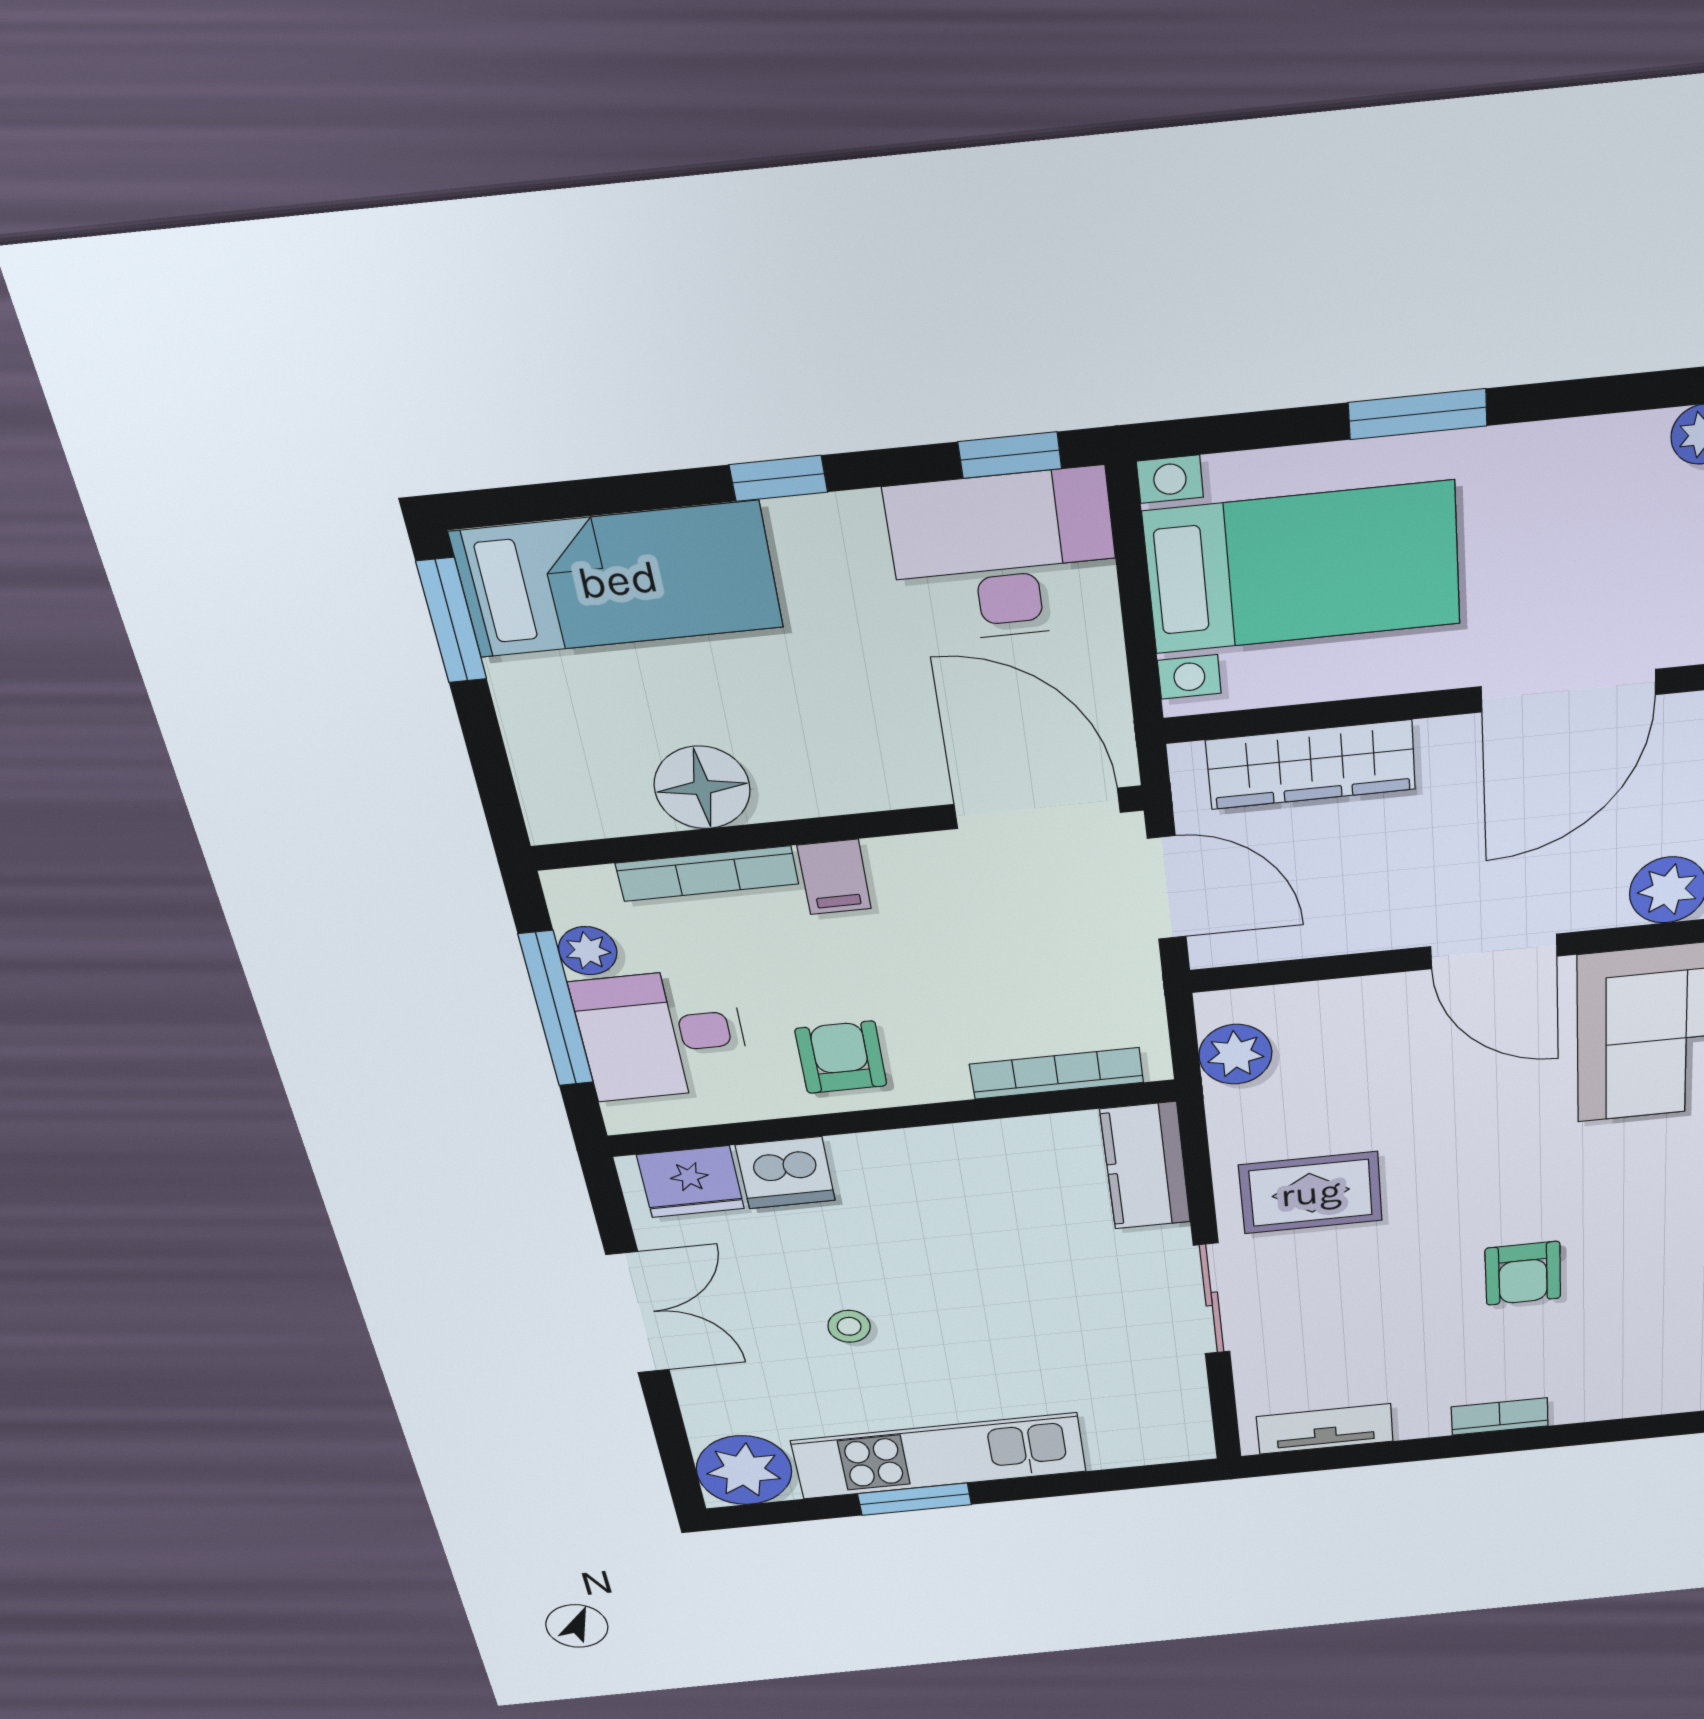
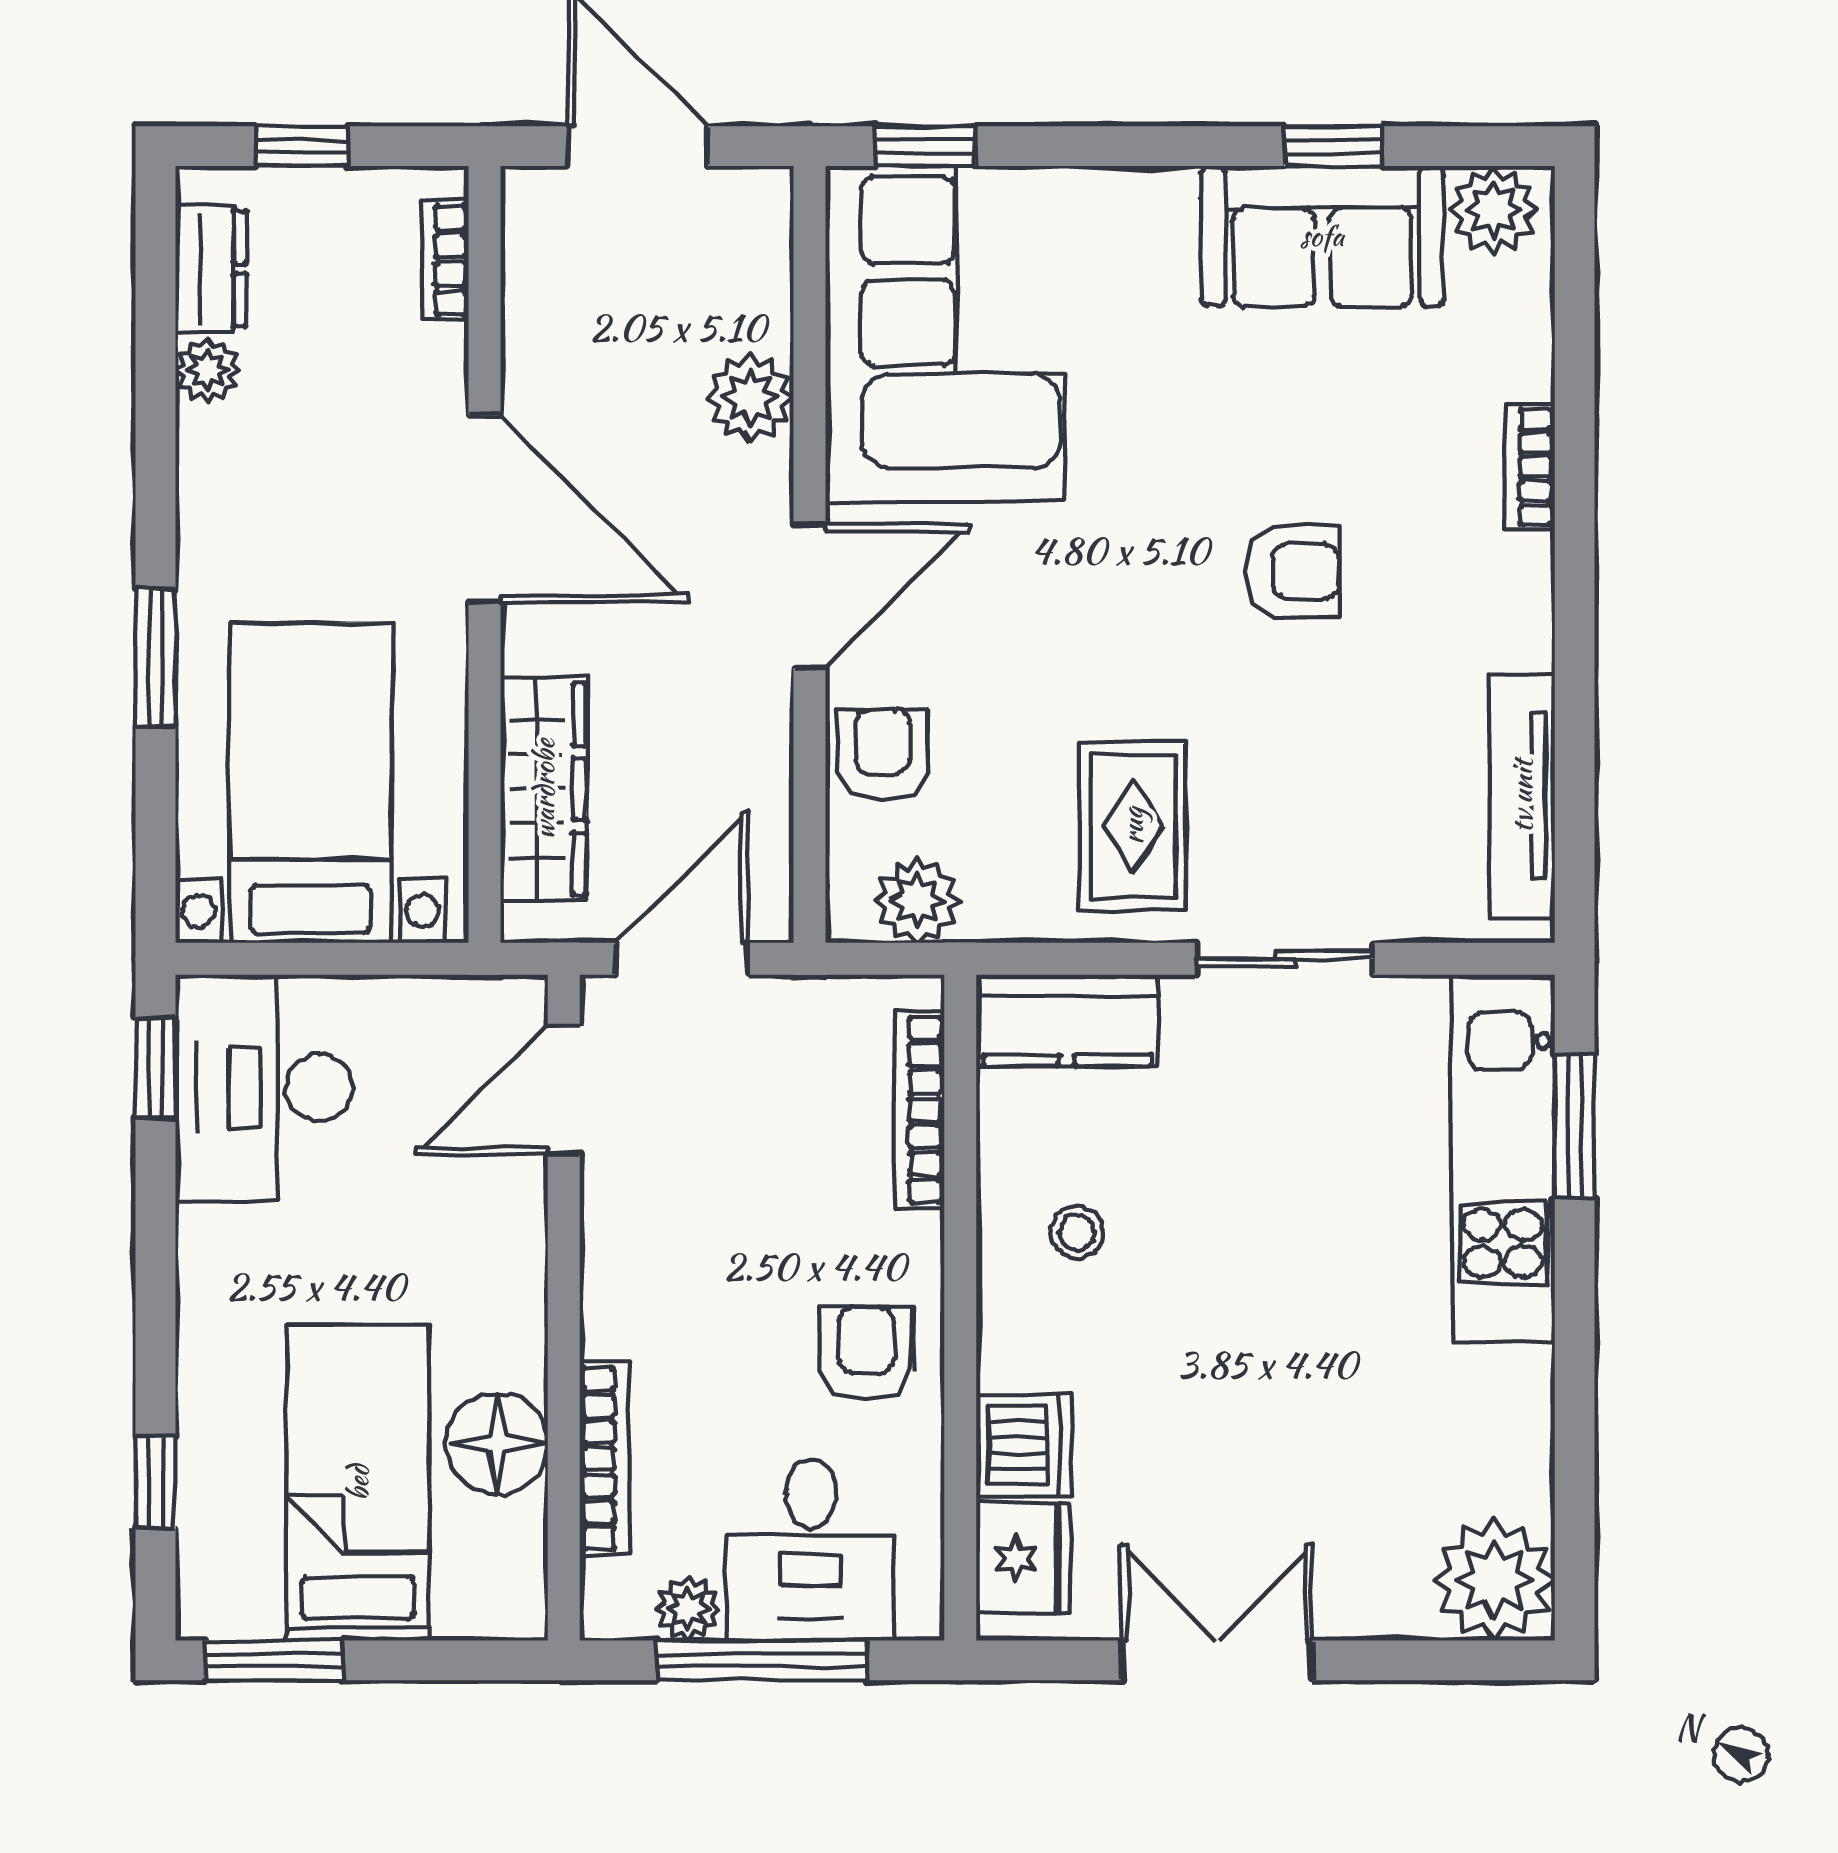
window: (779, 478) -> (155, 1482), moved
bed: (618, 580) -> (358, 1483), moved
door: (1037, 808) -> (564, 1090), width x0.73
filing cabinet: (834, 877) -> (625, 1322), removed
armchair: (1359, 1017) -> (882, 755), added
armchair: (841, 1057) -> (866, 1353), turned 90
stool: (849, 1326) -> (1077, 1232), moved
bookcase: (1500, 1416) -> (1530, 467), moved
tv unit: (1325, 1429) -> (1522, 796), width x1.41
kitchen unit: (939, 1456) -> (1503, 1159), moved
window: (915, 1499) -> (1575, 1126), moved

